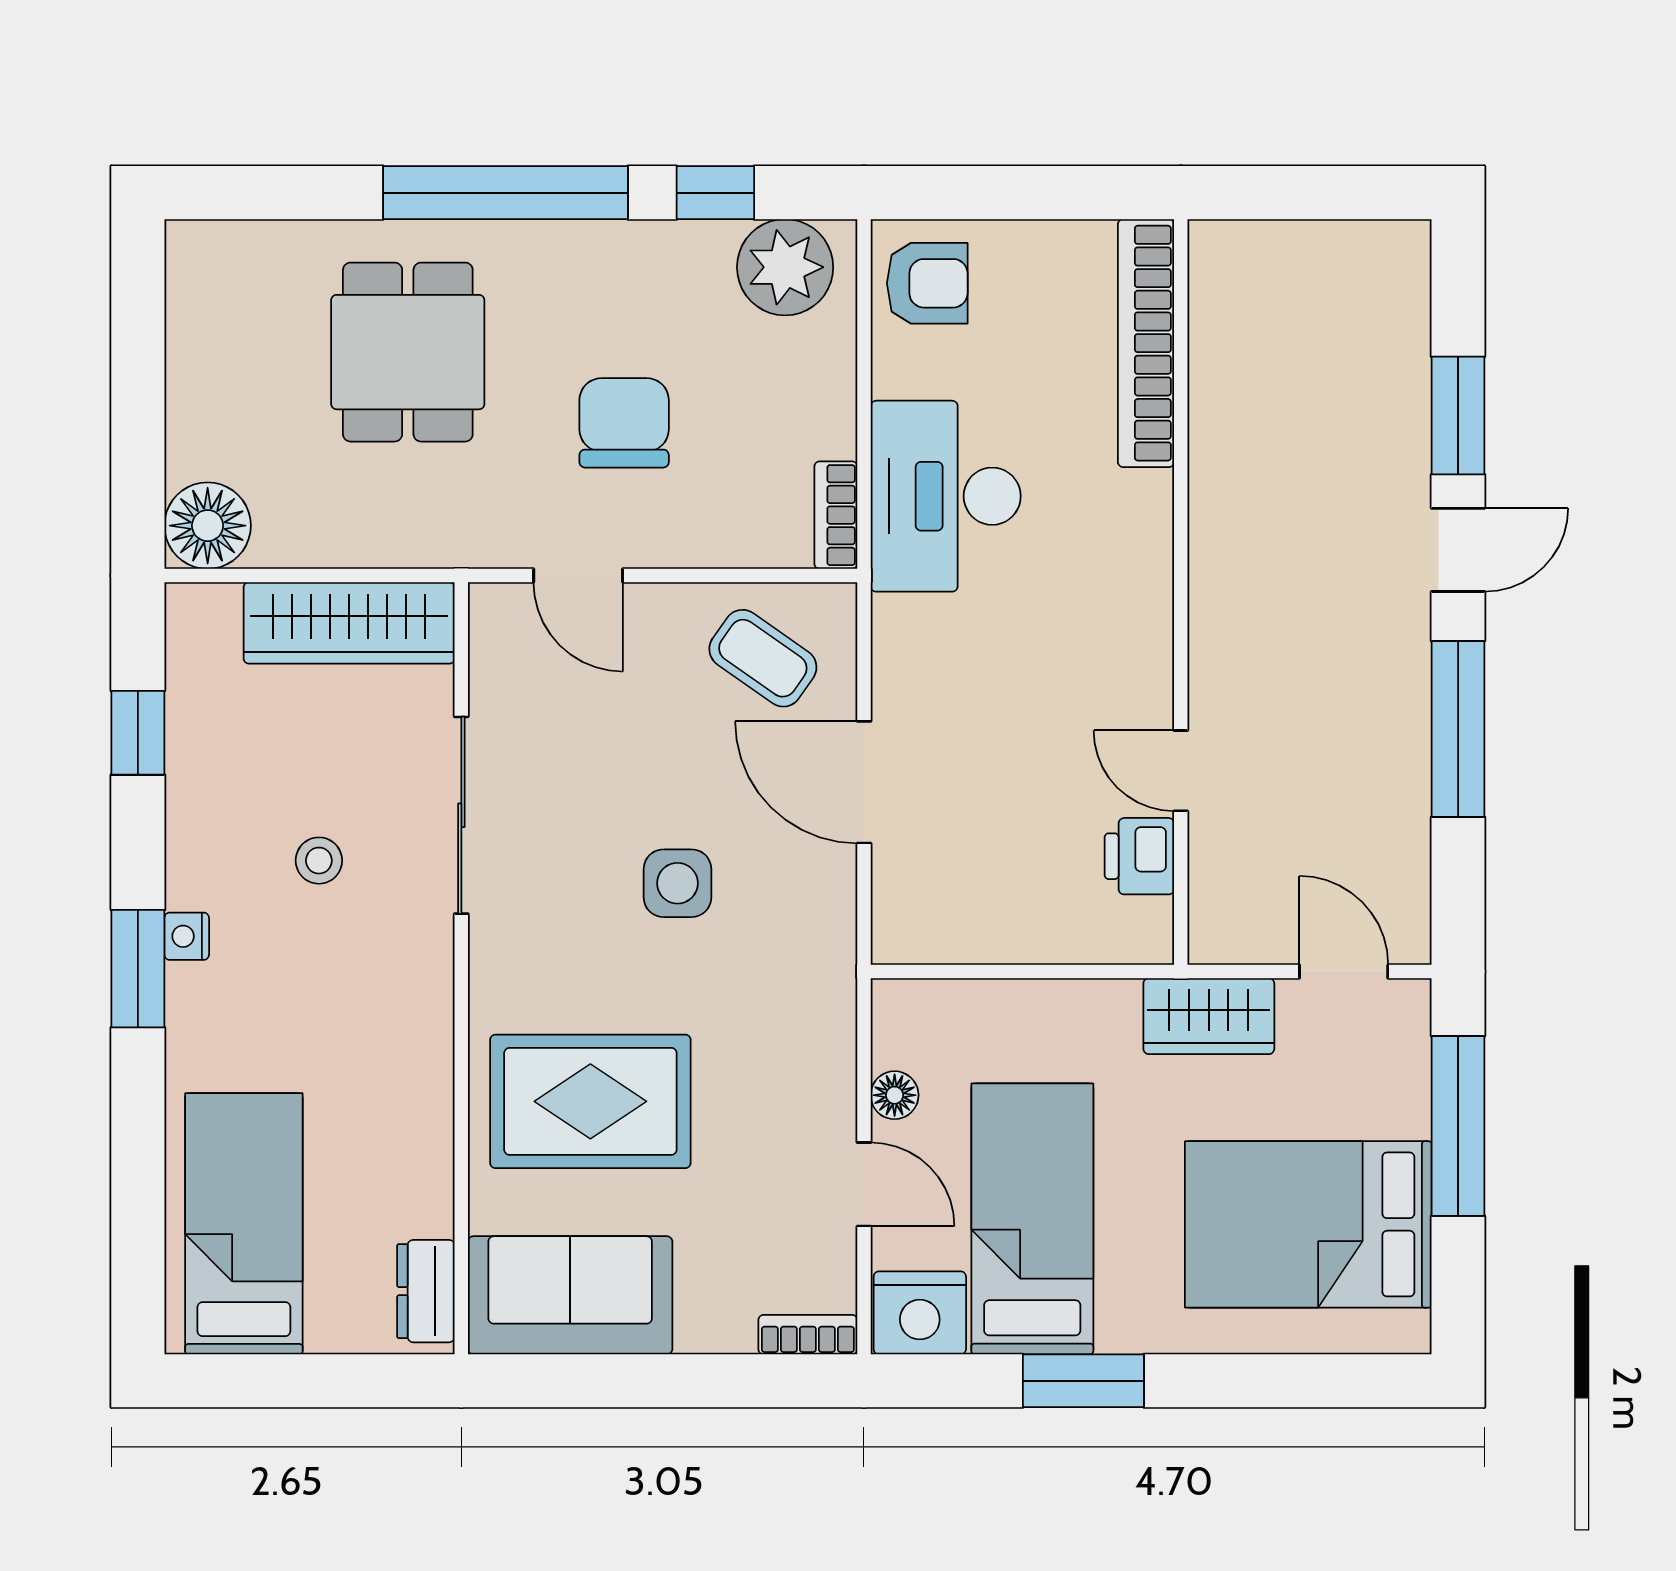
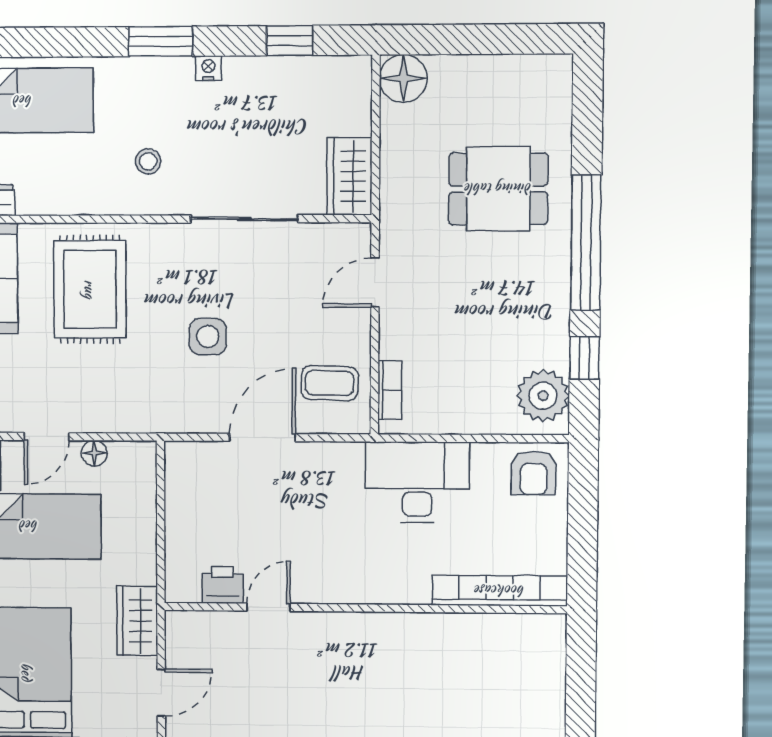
chair: (624, 423) -> (458, 308), removed
bookcase: (836, 515) -> (390, 390), moved, turned 90
wardrobe: (349, 623) -> (349, 176), width x0.67
coffee table: (763, 658) -> (330, 383), turned 57
stool: (319, 861) -> (148, 161), moved
nightstand: (187, 936) -> (208, 68), moved

